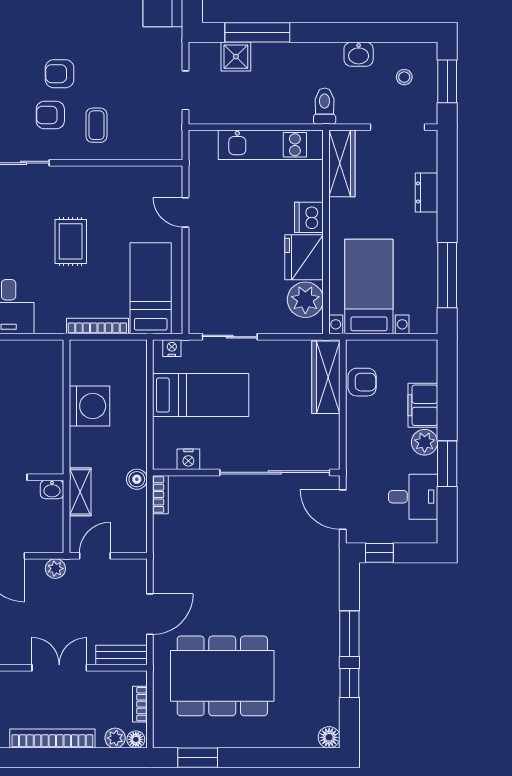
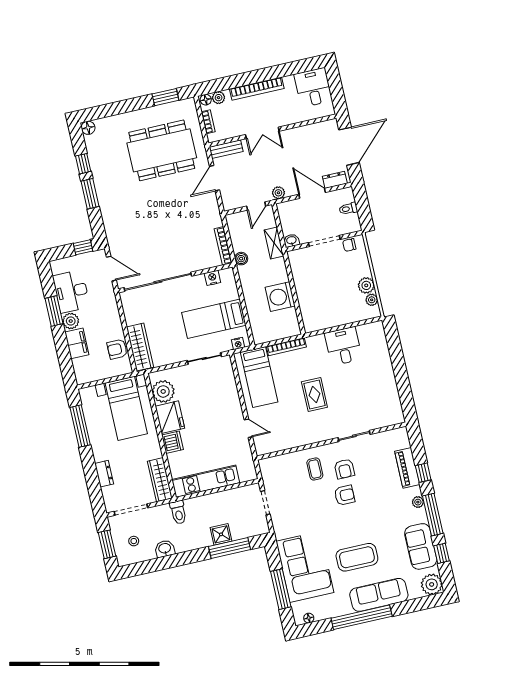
shower: (236, 57) -> (221, 534), moved
armchair: (50, 115) -> (344, 469), turned 90
bookcase: (160, 495) -> (223, 246), width x1.56
desk: (413, 497) -> (71, 291), width x1.37

